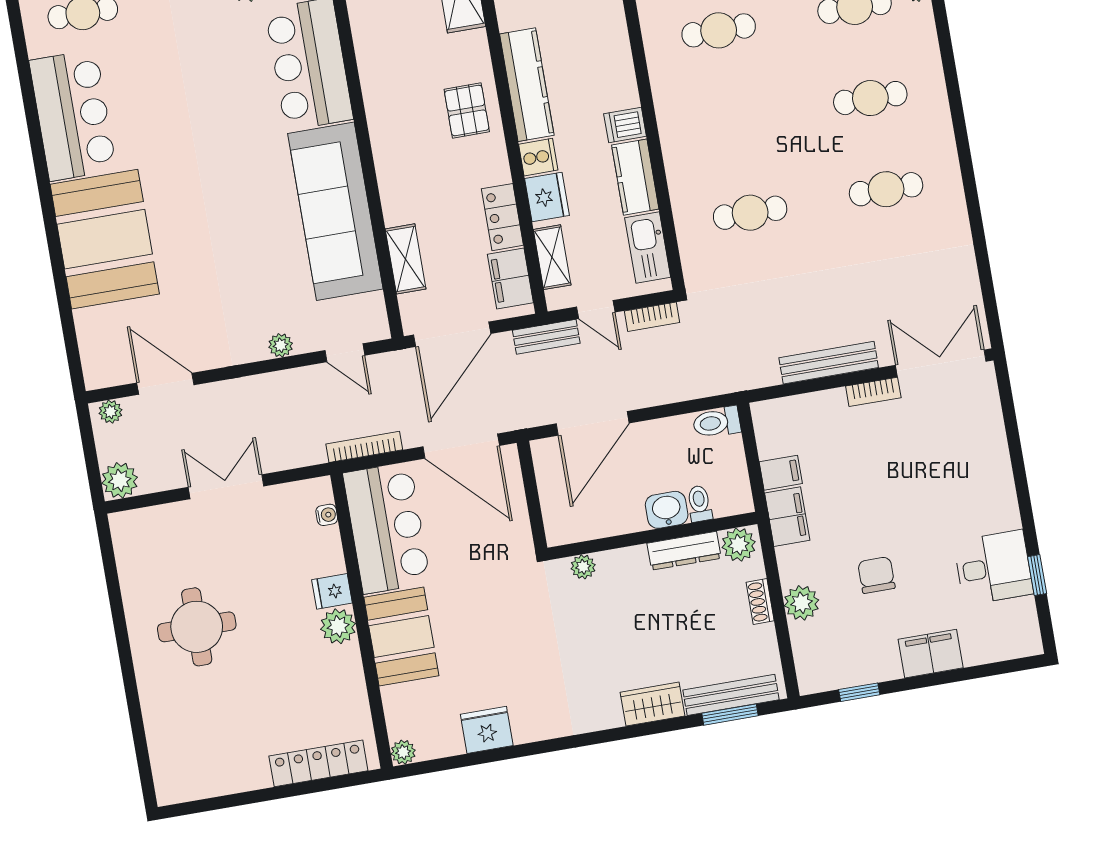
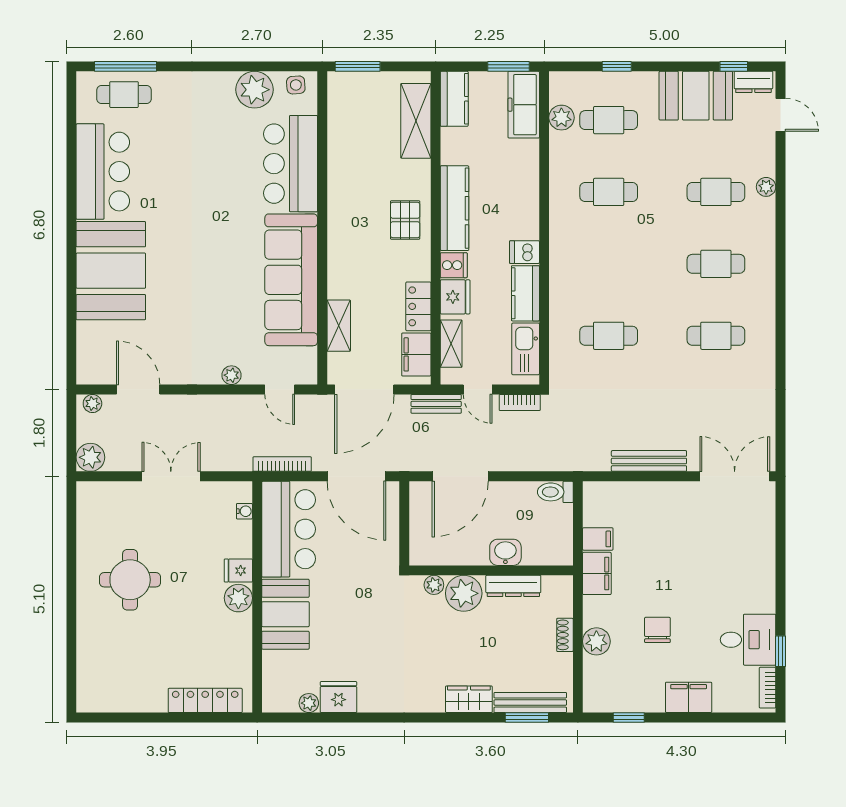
bookcase: (873, 392) -> (767, 688), moved, turned 90
toilet: (699, 504) -> (531, 552), removed
plant: (739, 545) -> (464, 593), moved, width x1.36, depth x1.36
plant: (403, 752) -> (309, 703), moved

